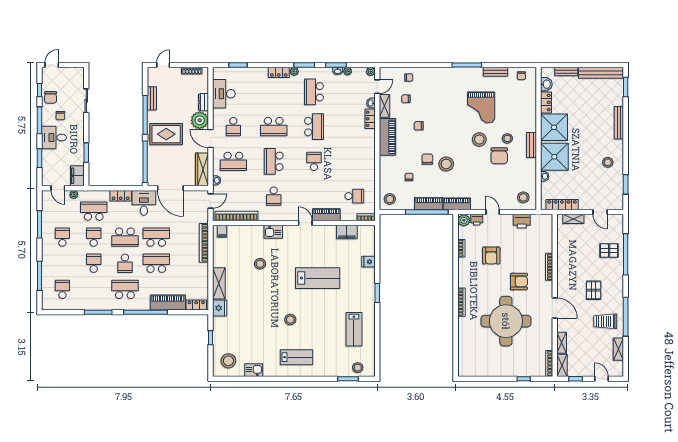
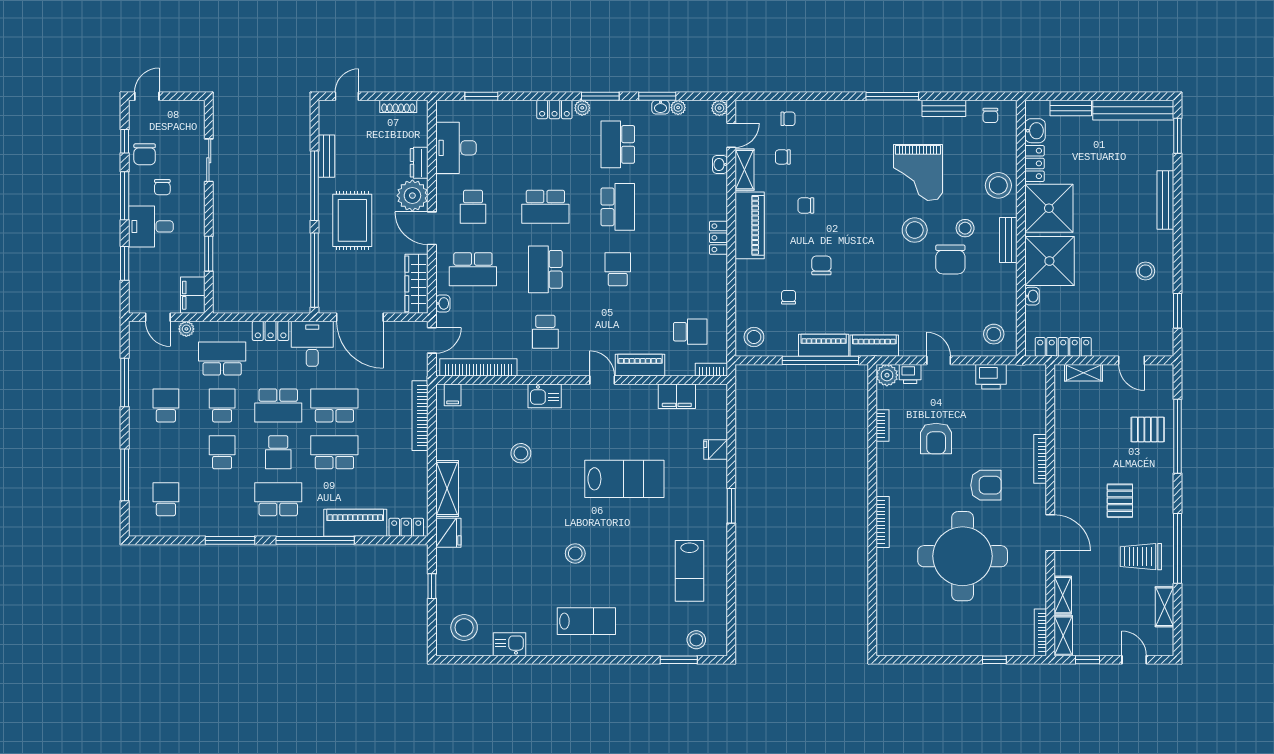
locker: (370, 119) -> (718, 238), moved
rug: (166, 134) -> (352, 220), turned 90
stool: (446, 164) -> (998, 185), moved

